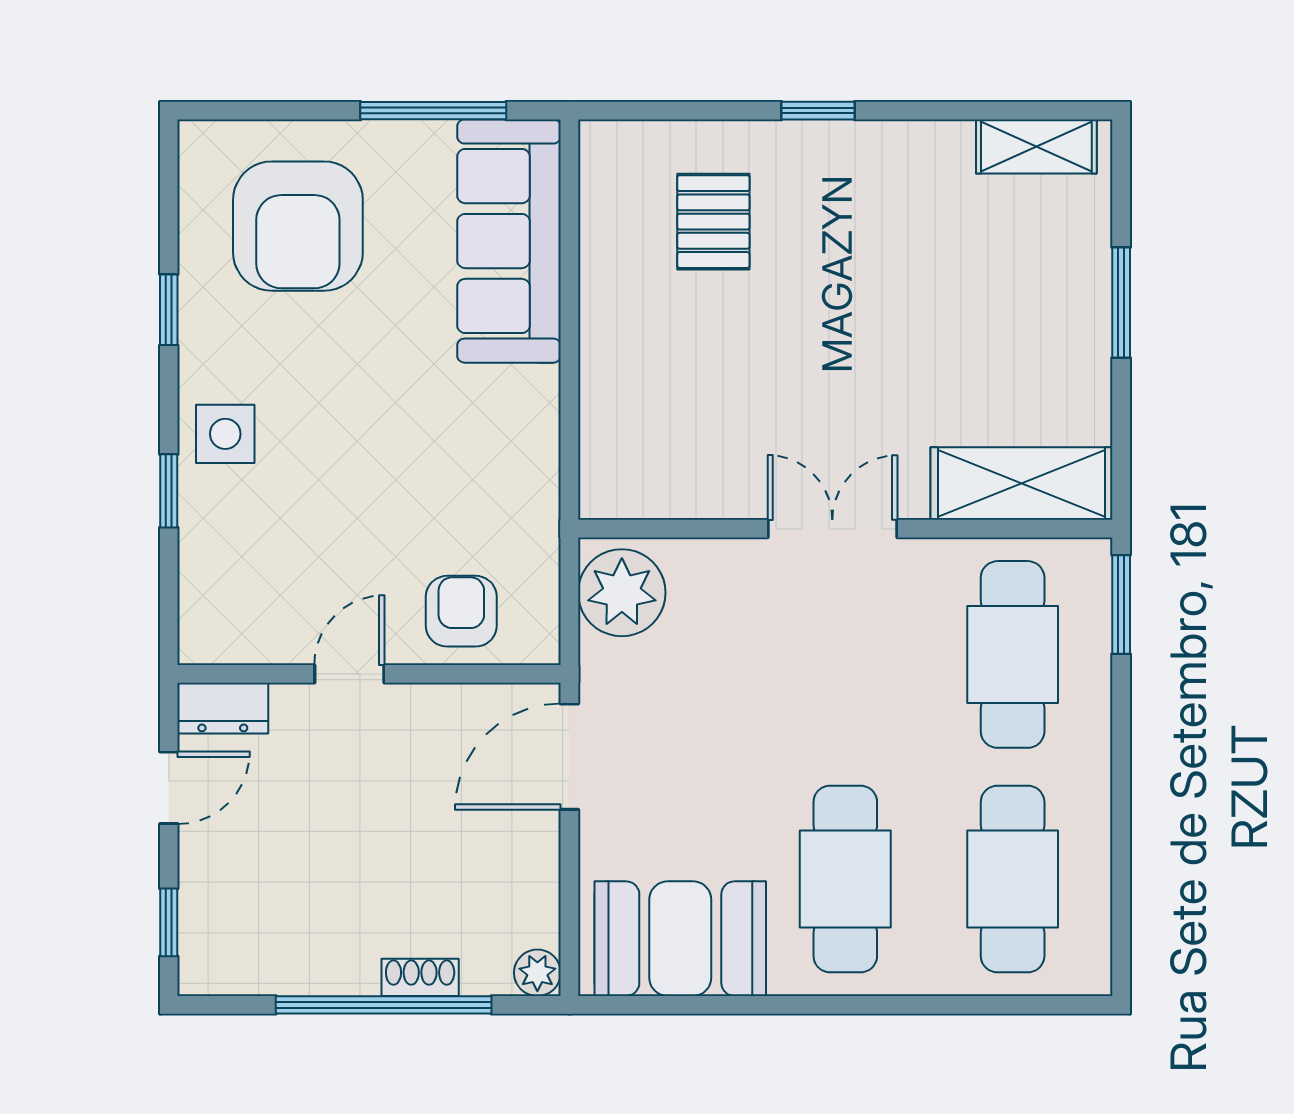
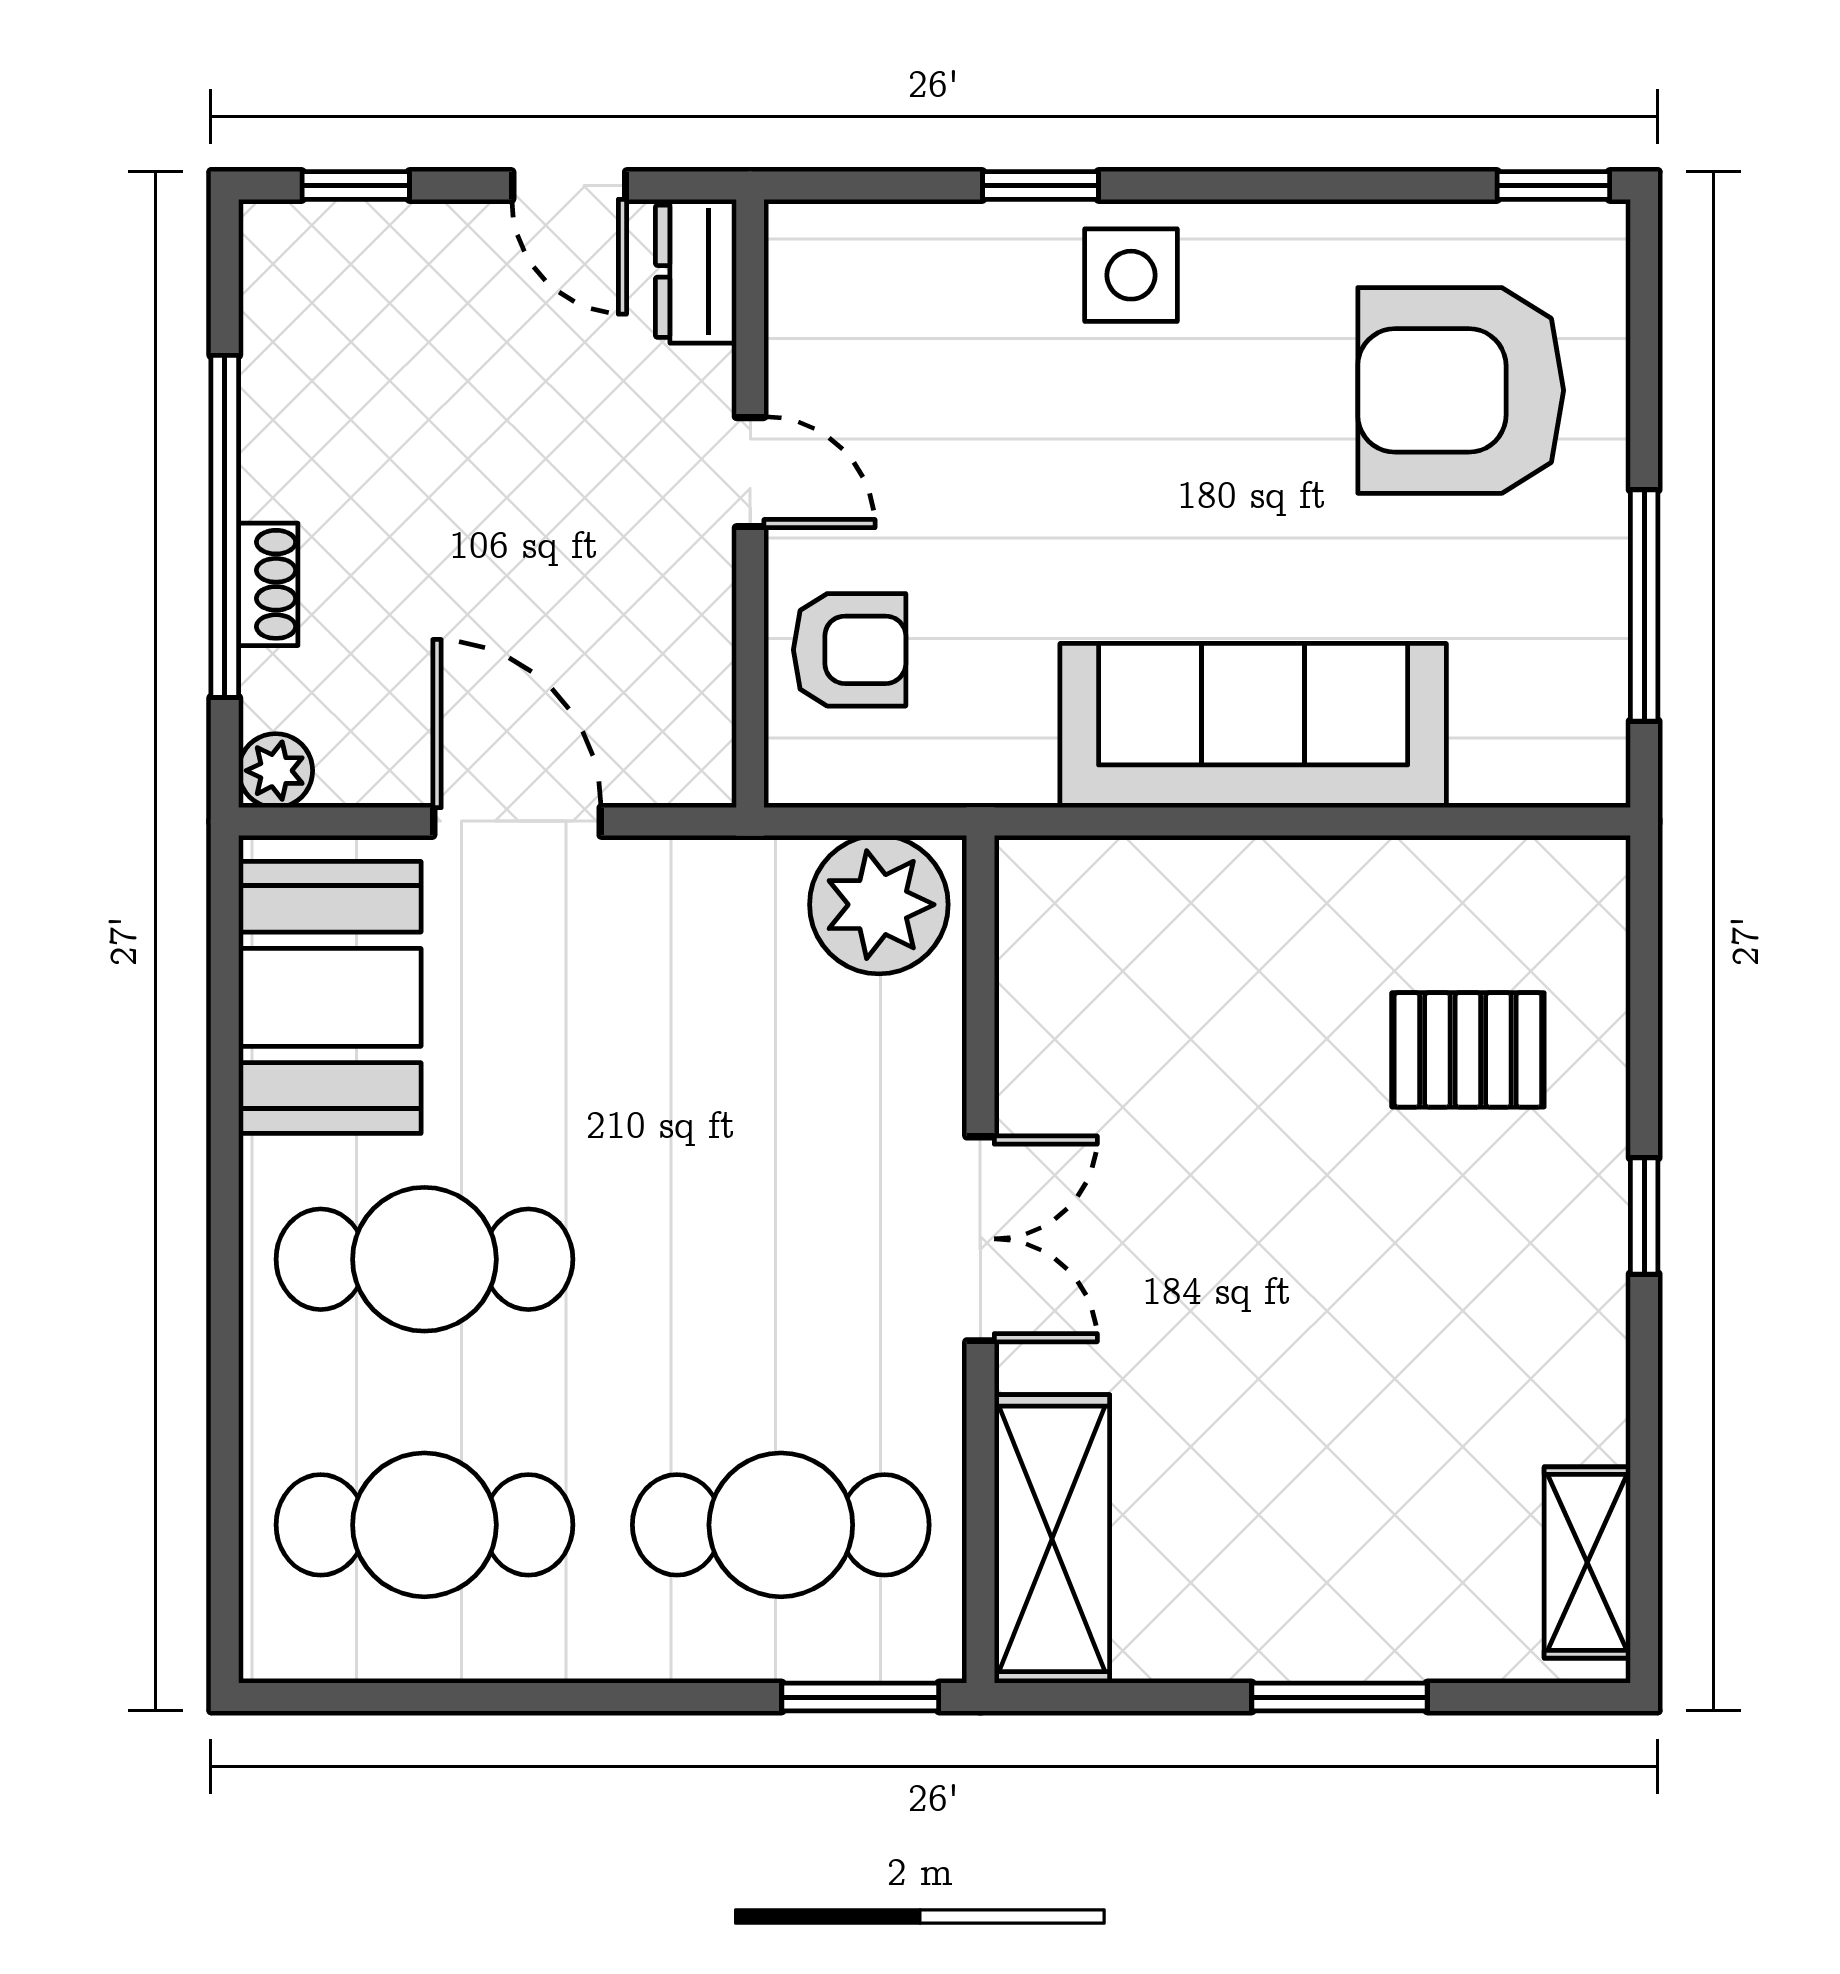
sofa: (509, 241) -> (1253, 726), moved
window: (169, 310) -> (1553, 186), moved
door: (569, 757) -> (517, 821), moved

